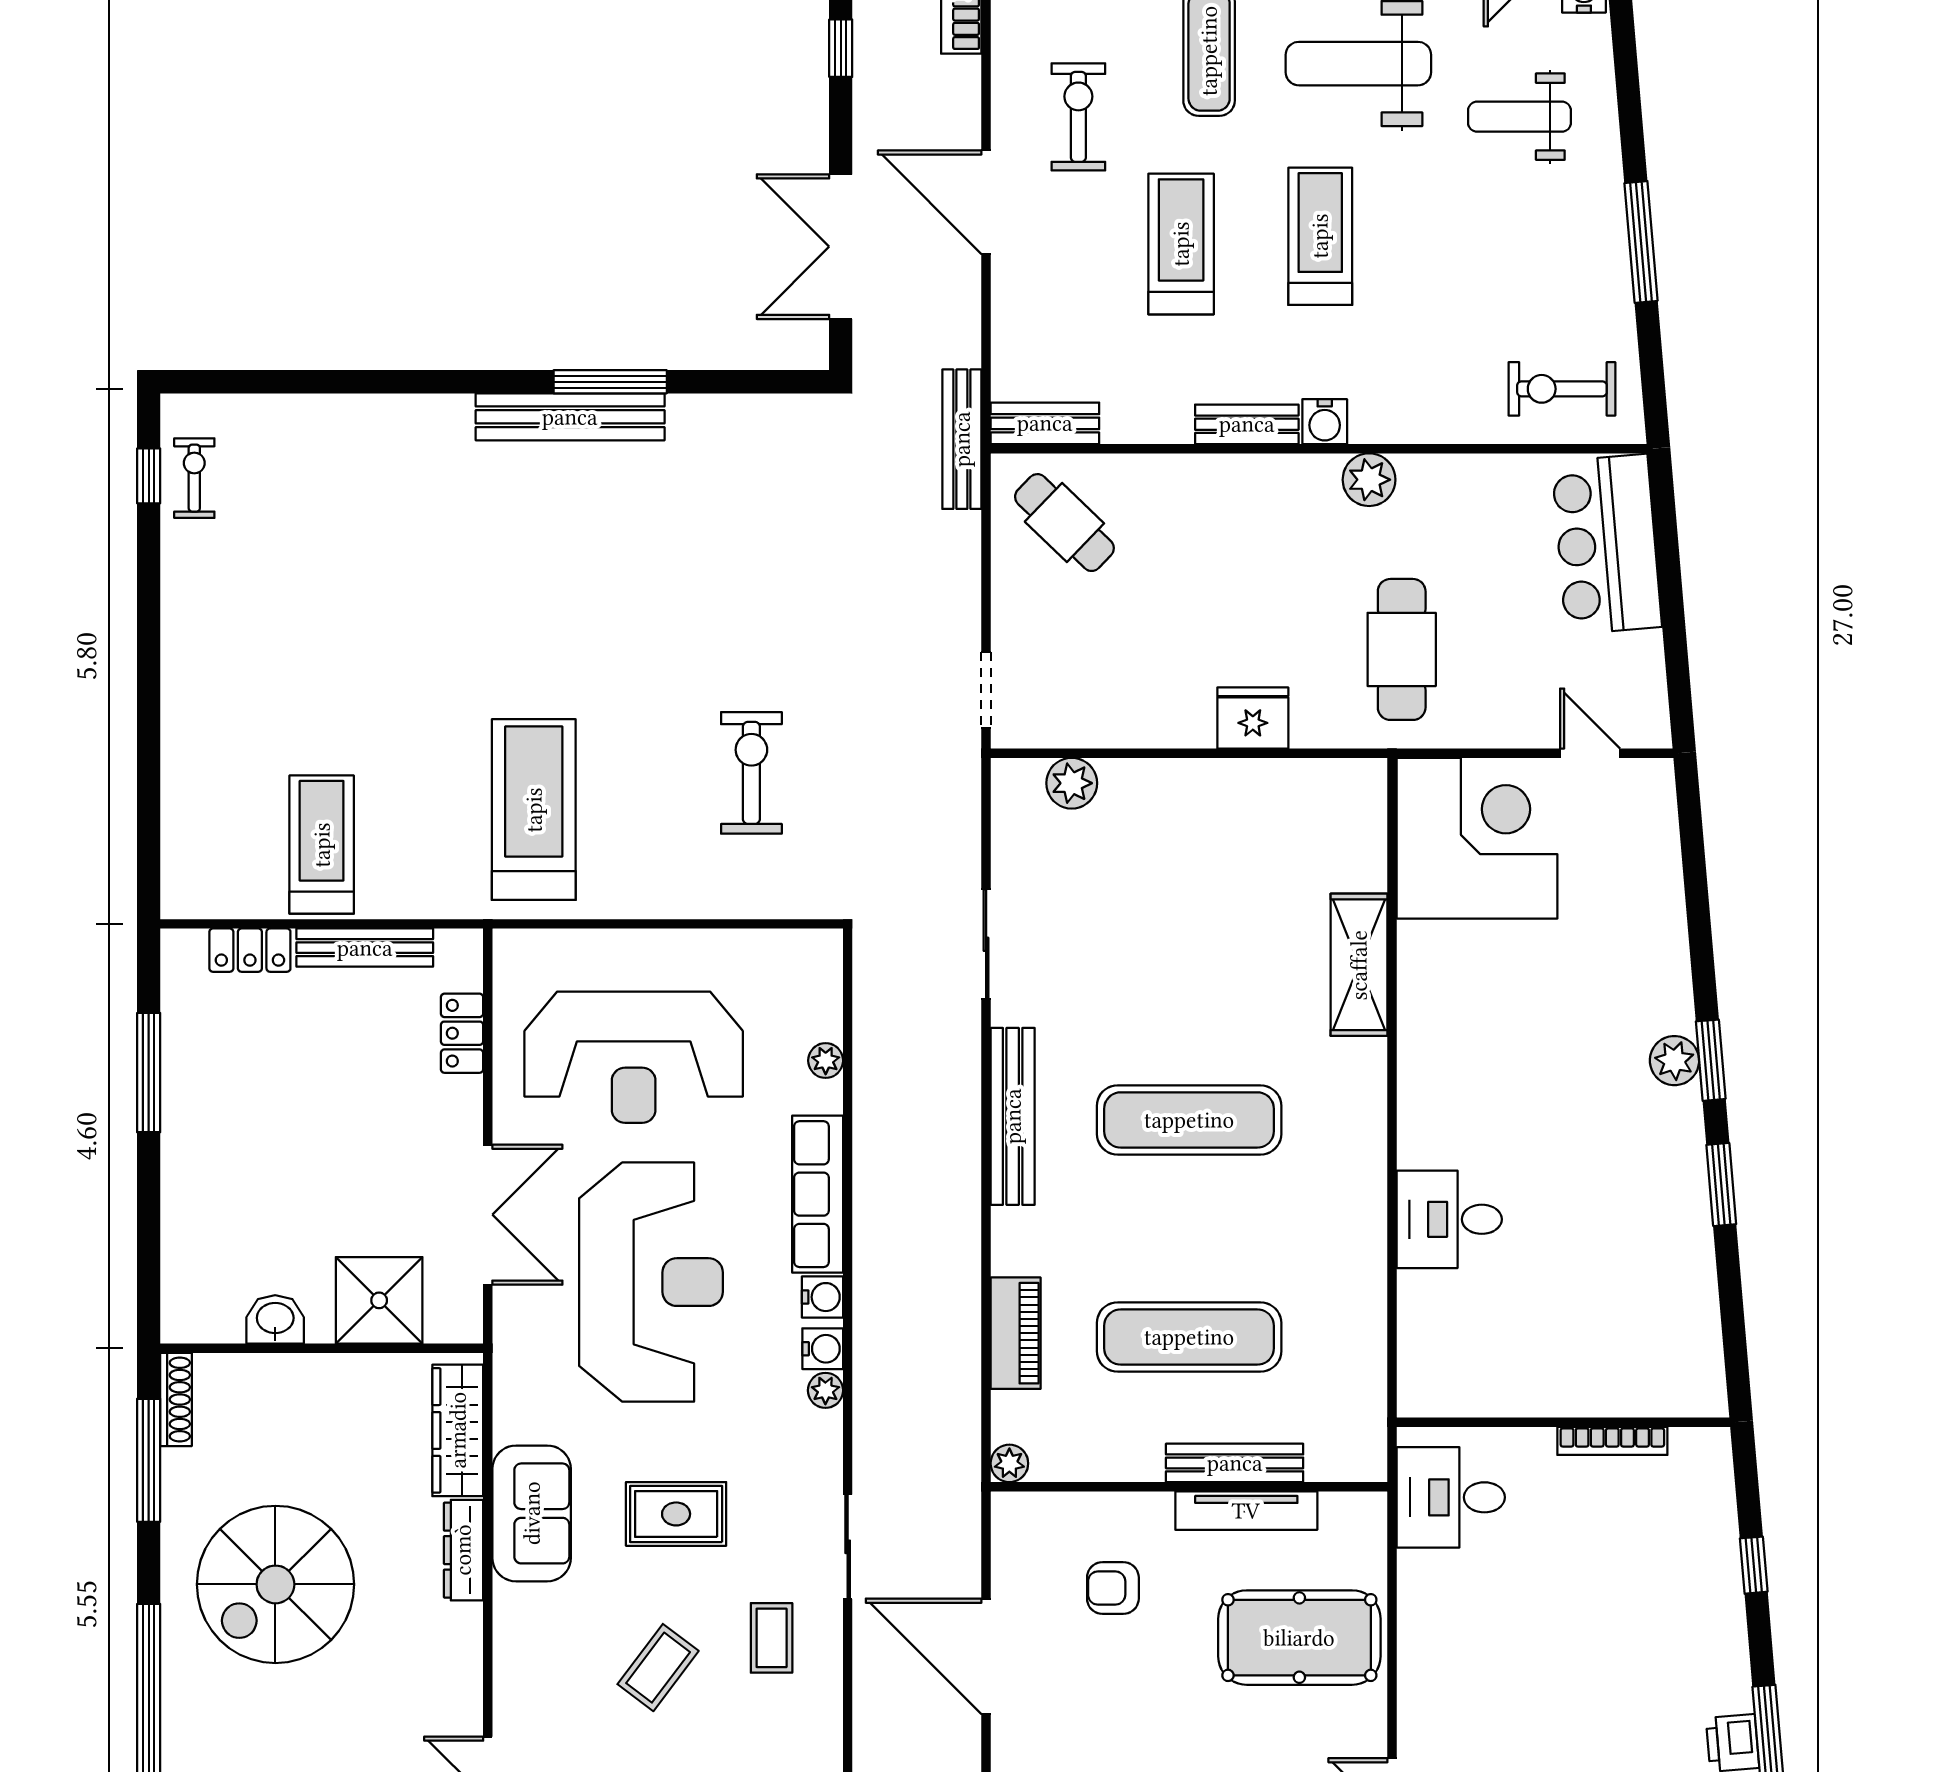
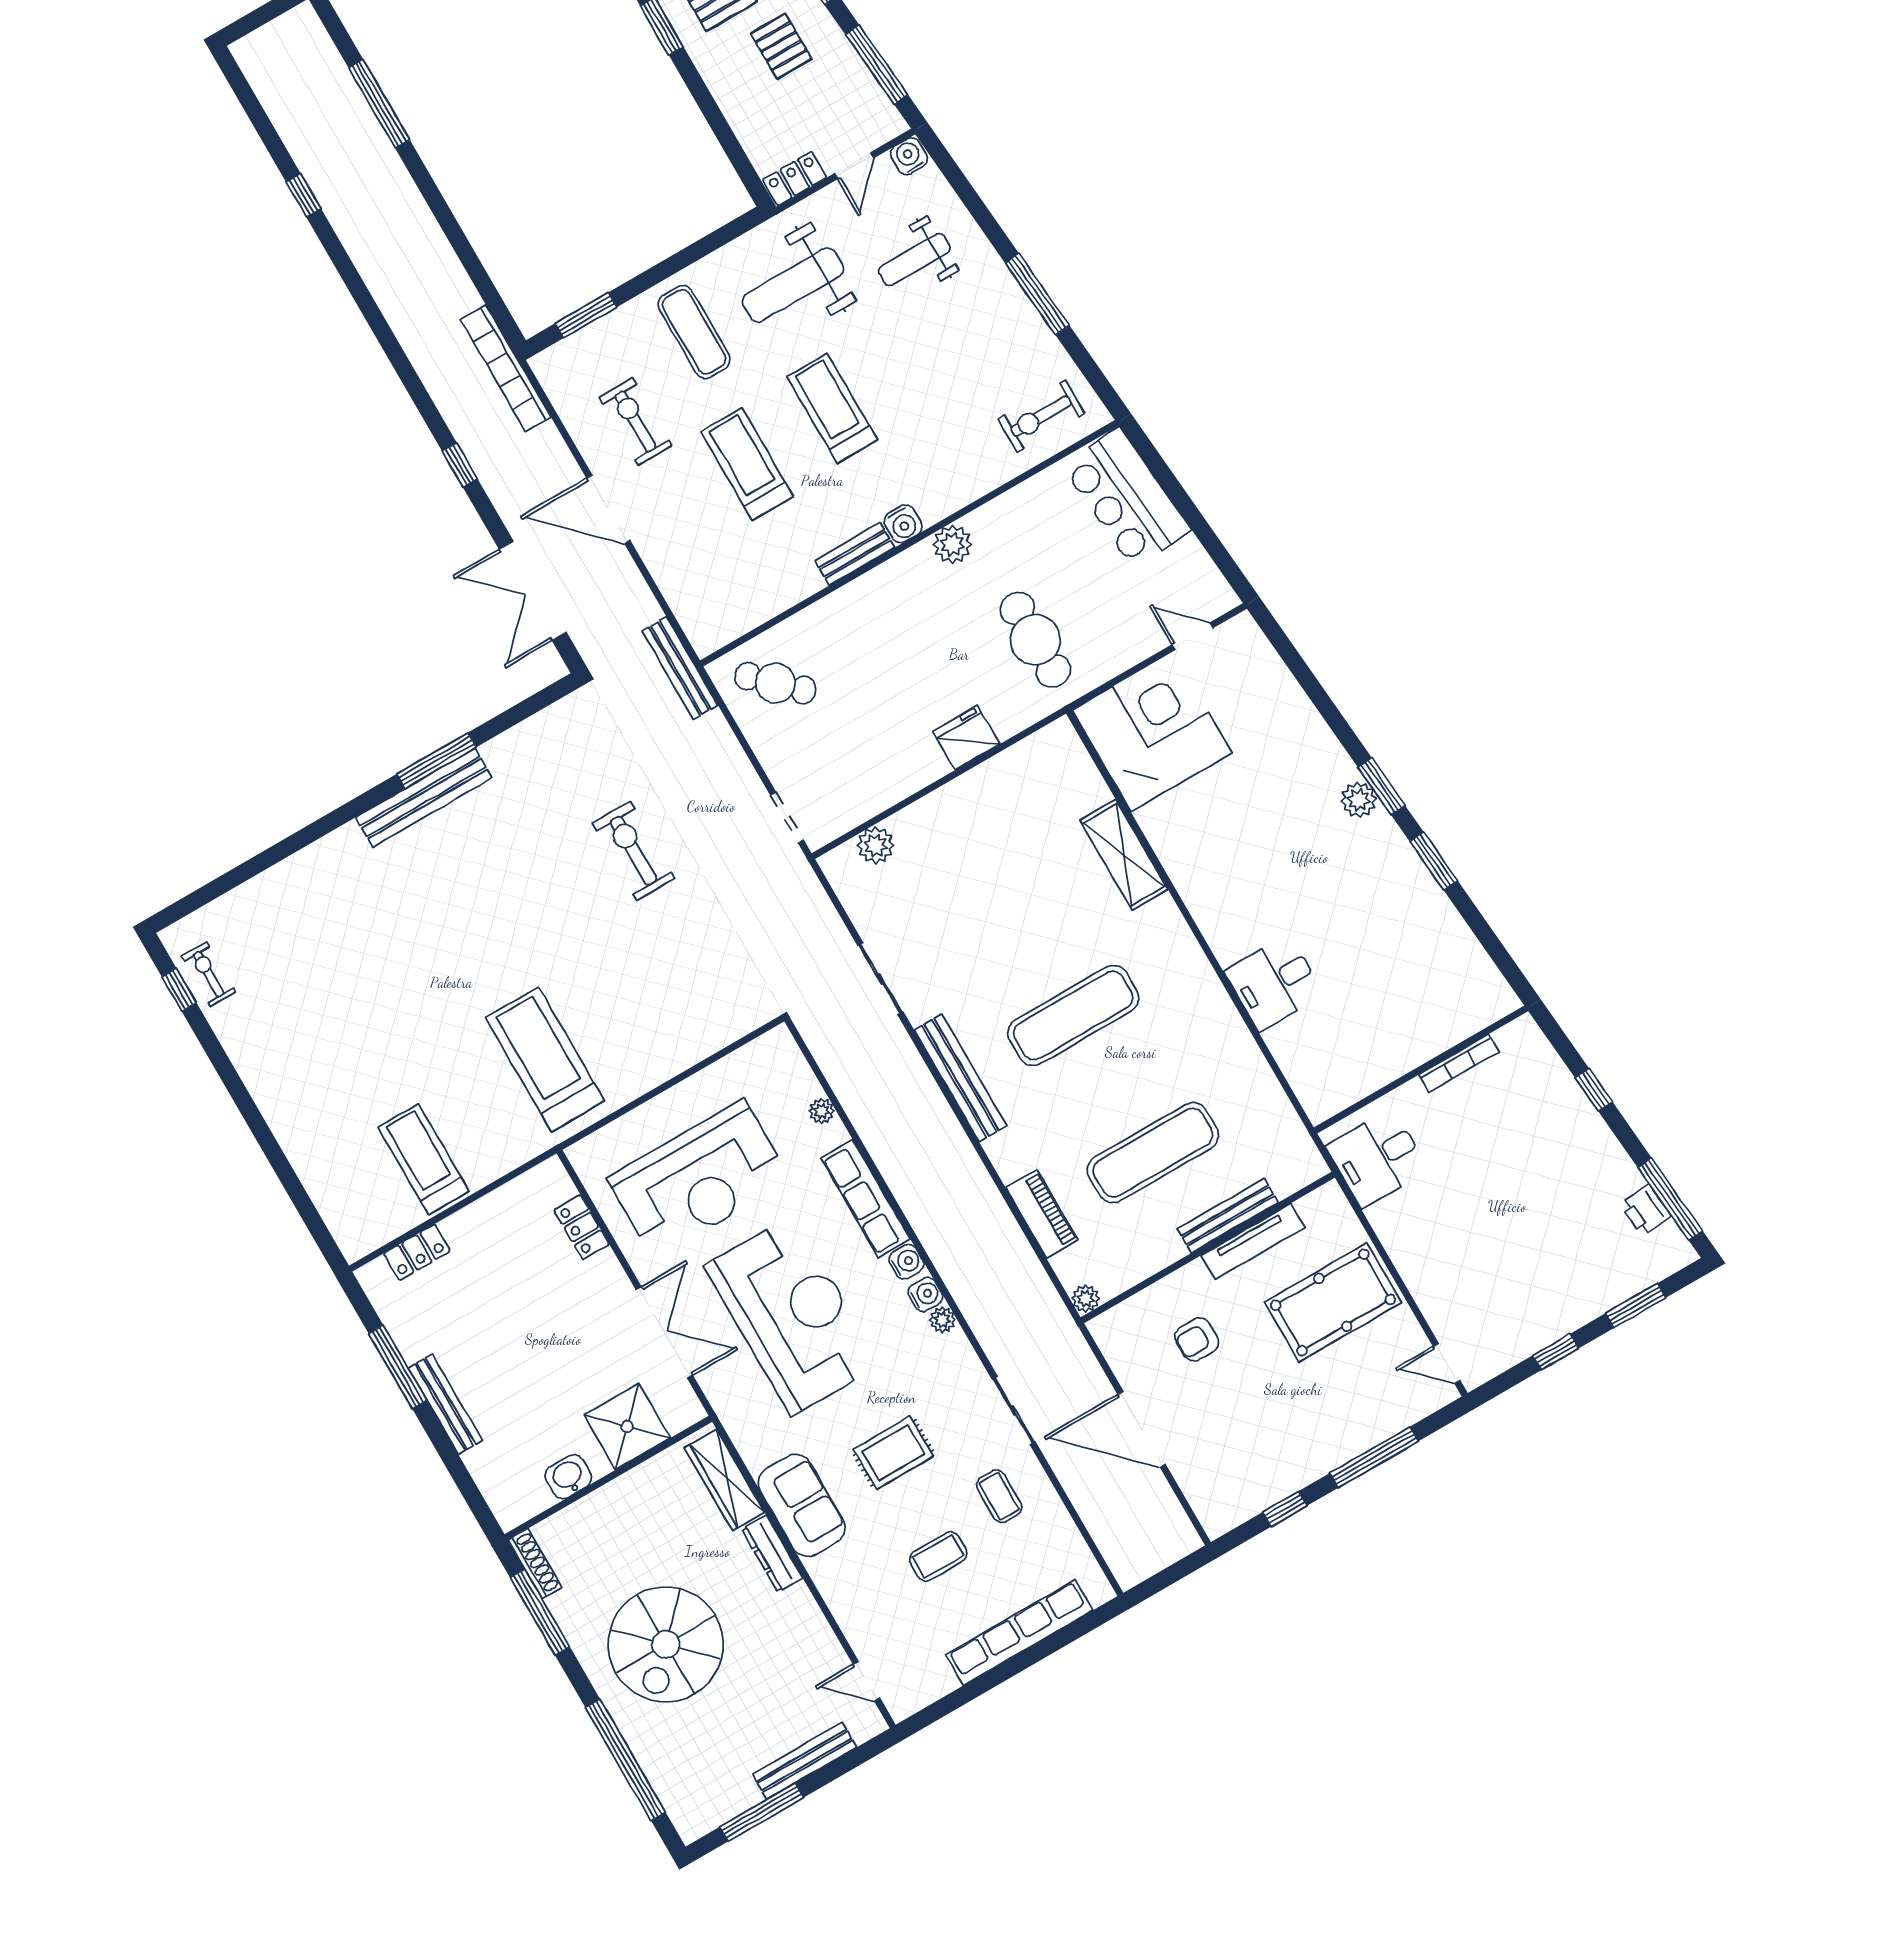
bench: (1045, 423) -> (727, 628), removed
exercise bike: (751, 773) -> (634, 851), moved
bench: (365, 948) -> (445, 1404), moved, turned 90
coffee table: (658, 1668) -> (938, 1557), turned 53

